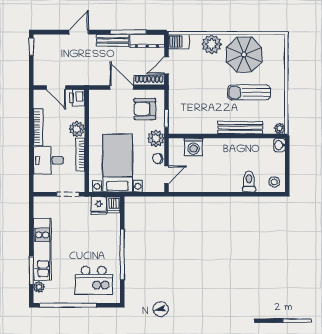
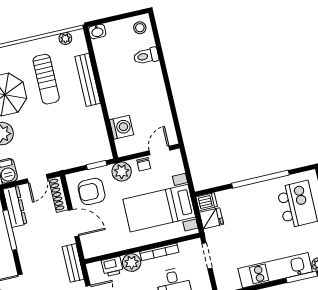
bench: (113, 40) -> (73, 263), moved
door: (166, 65) -> (37, 179), hinge flipped
door: (122, 88) -> (74, 223), swing flipped
printer: (77, 98) -> (112, 267), moved
armchair: (145, 109) -> (92, 191), turned 90
plant: (280, 128) -> (65, 38), moved
door: (166, 175) -> (160, 150), hinge flipped

